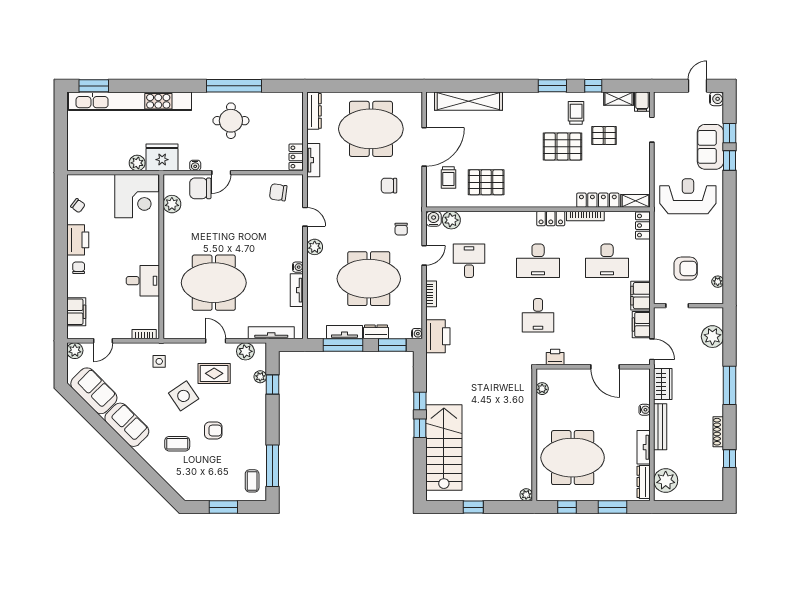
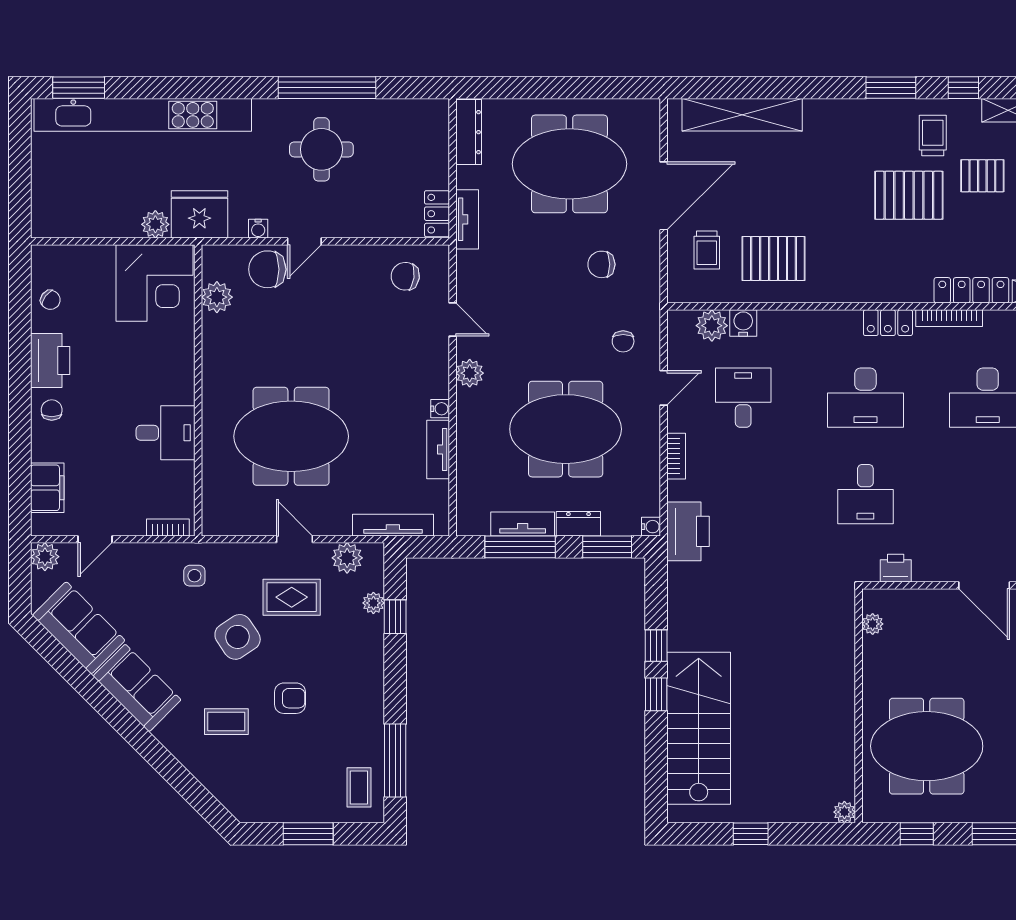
water cooler: (434, 219) -> (743, 323), moved

